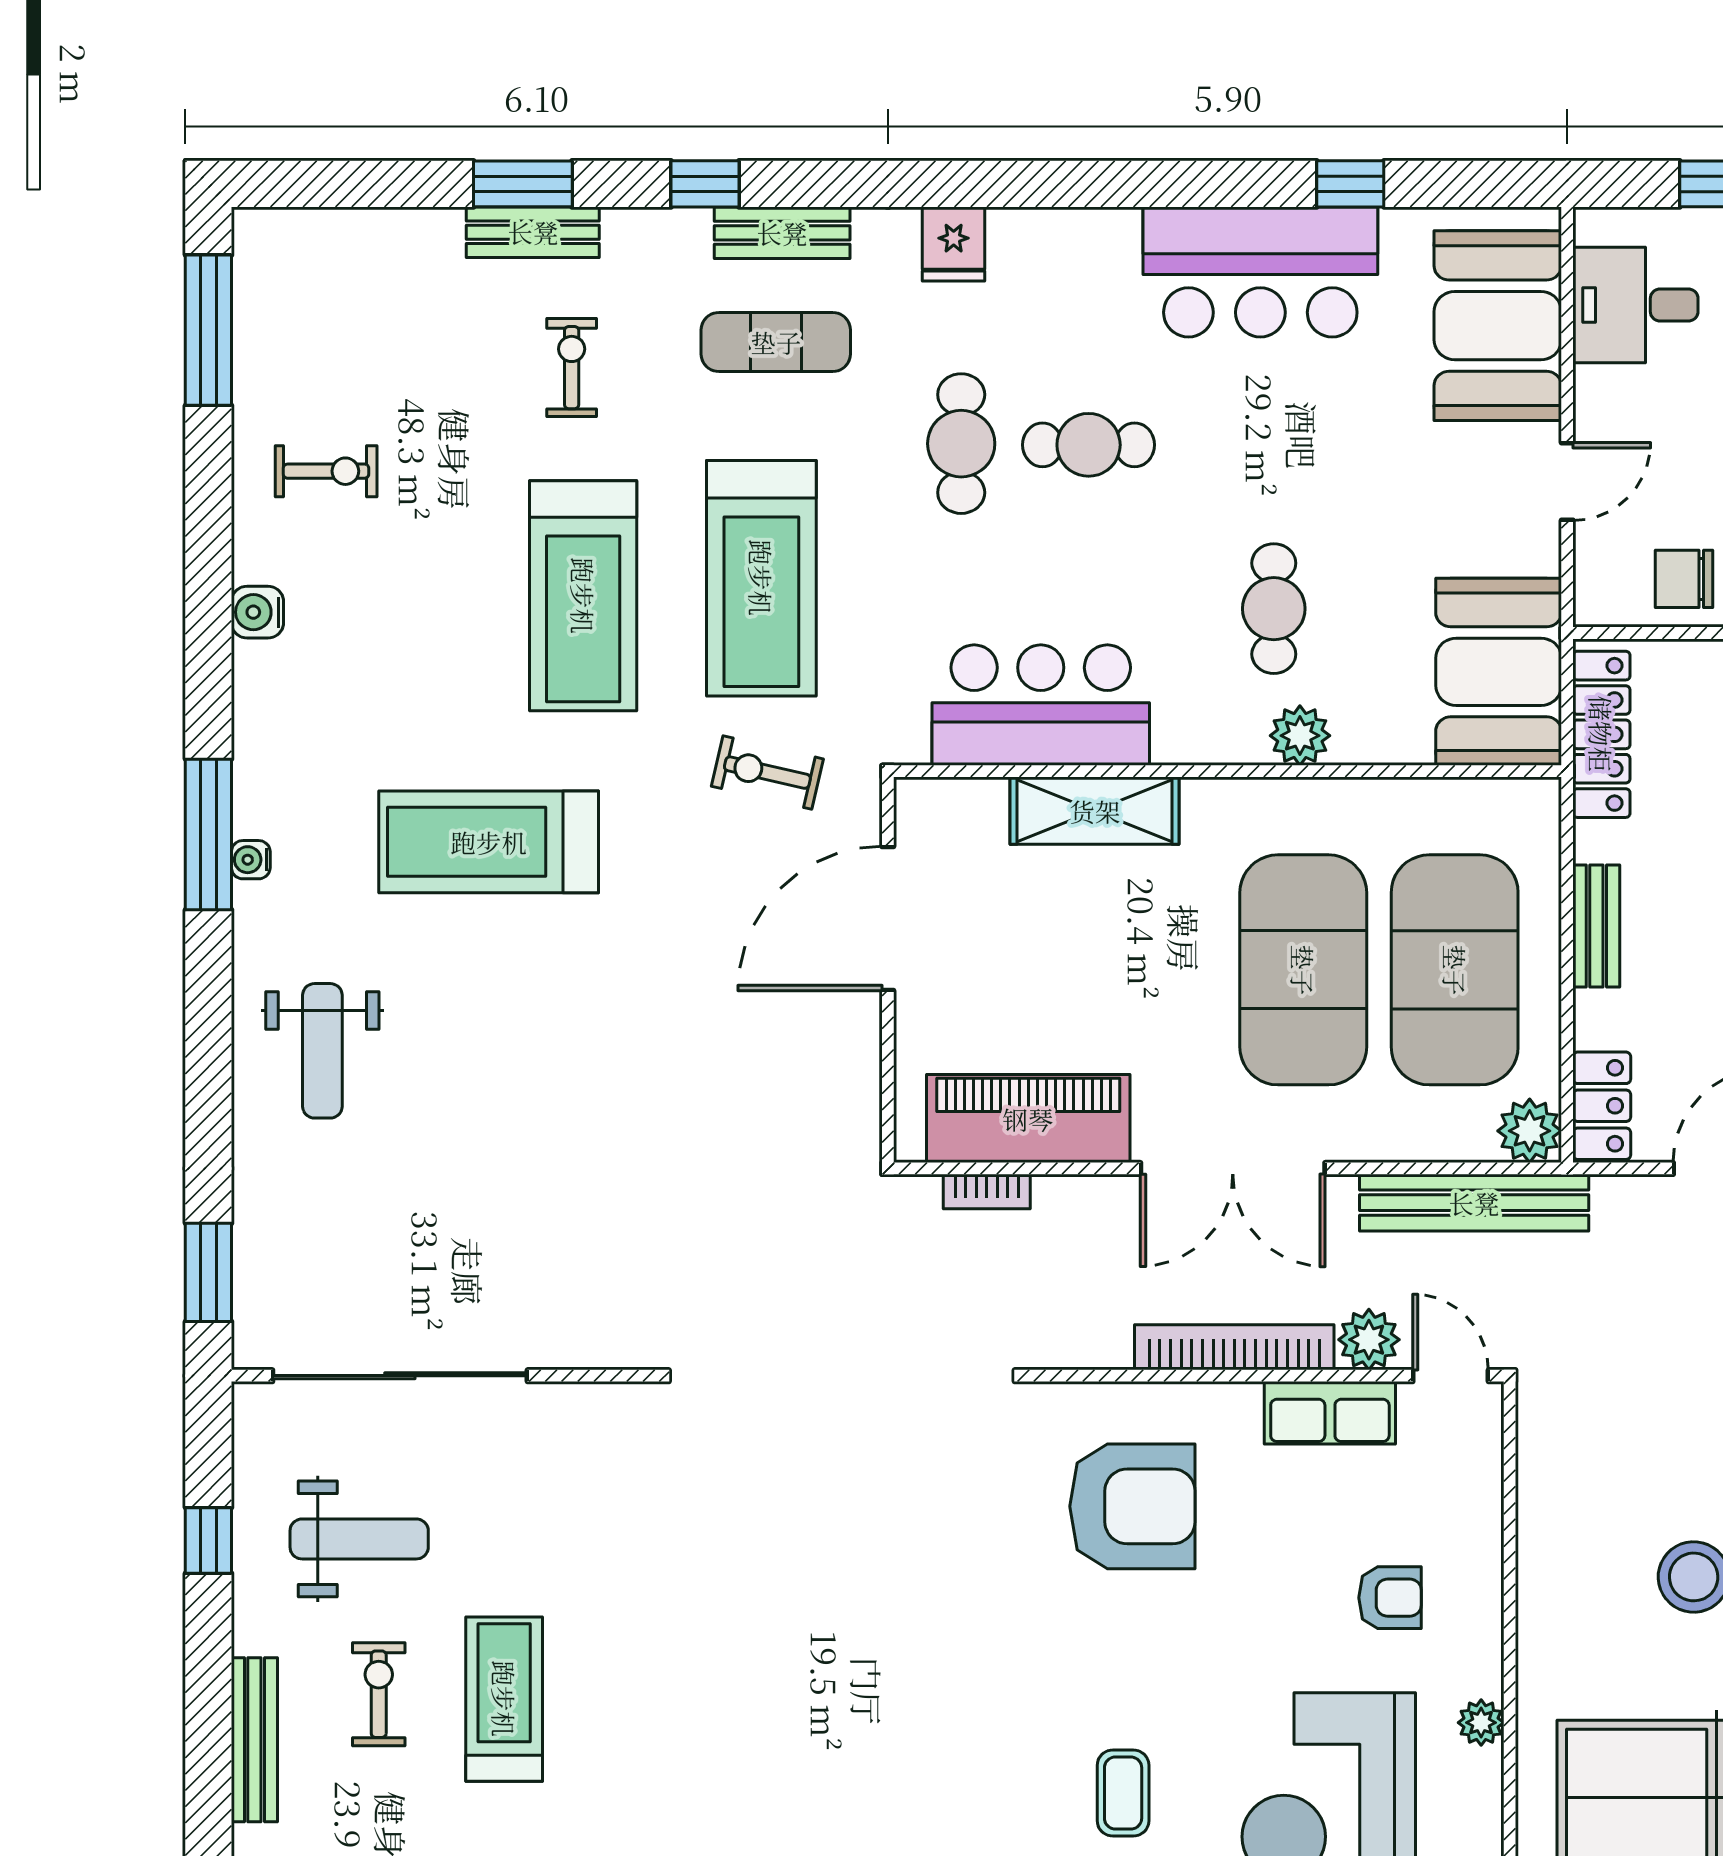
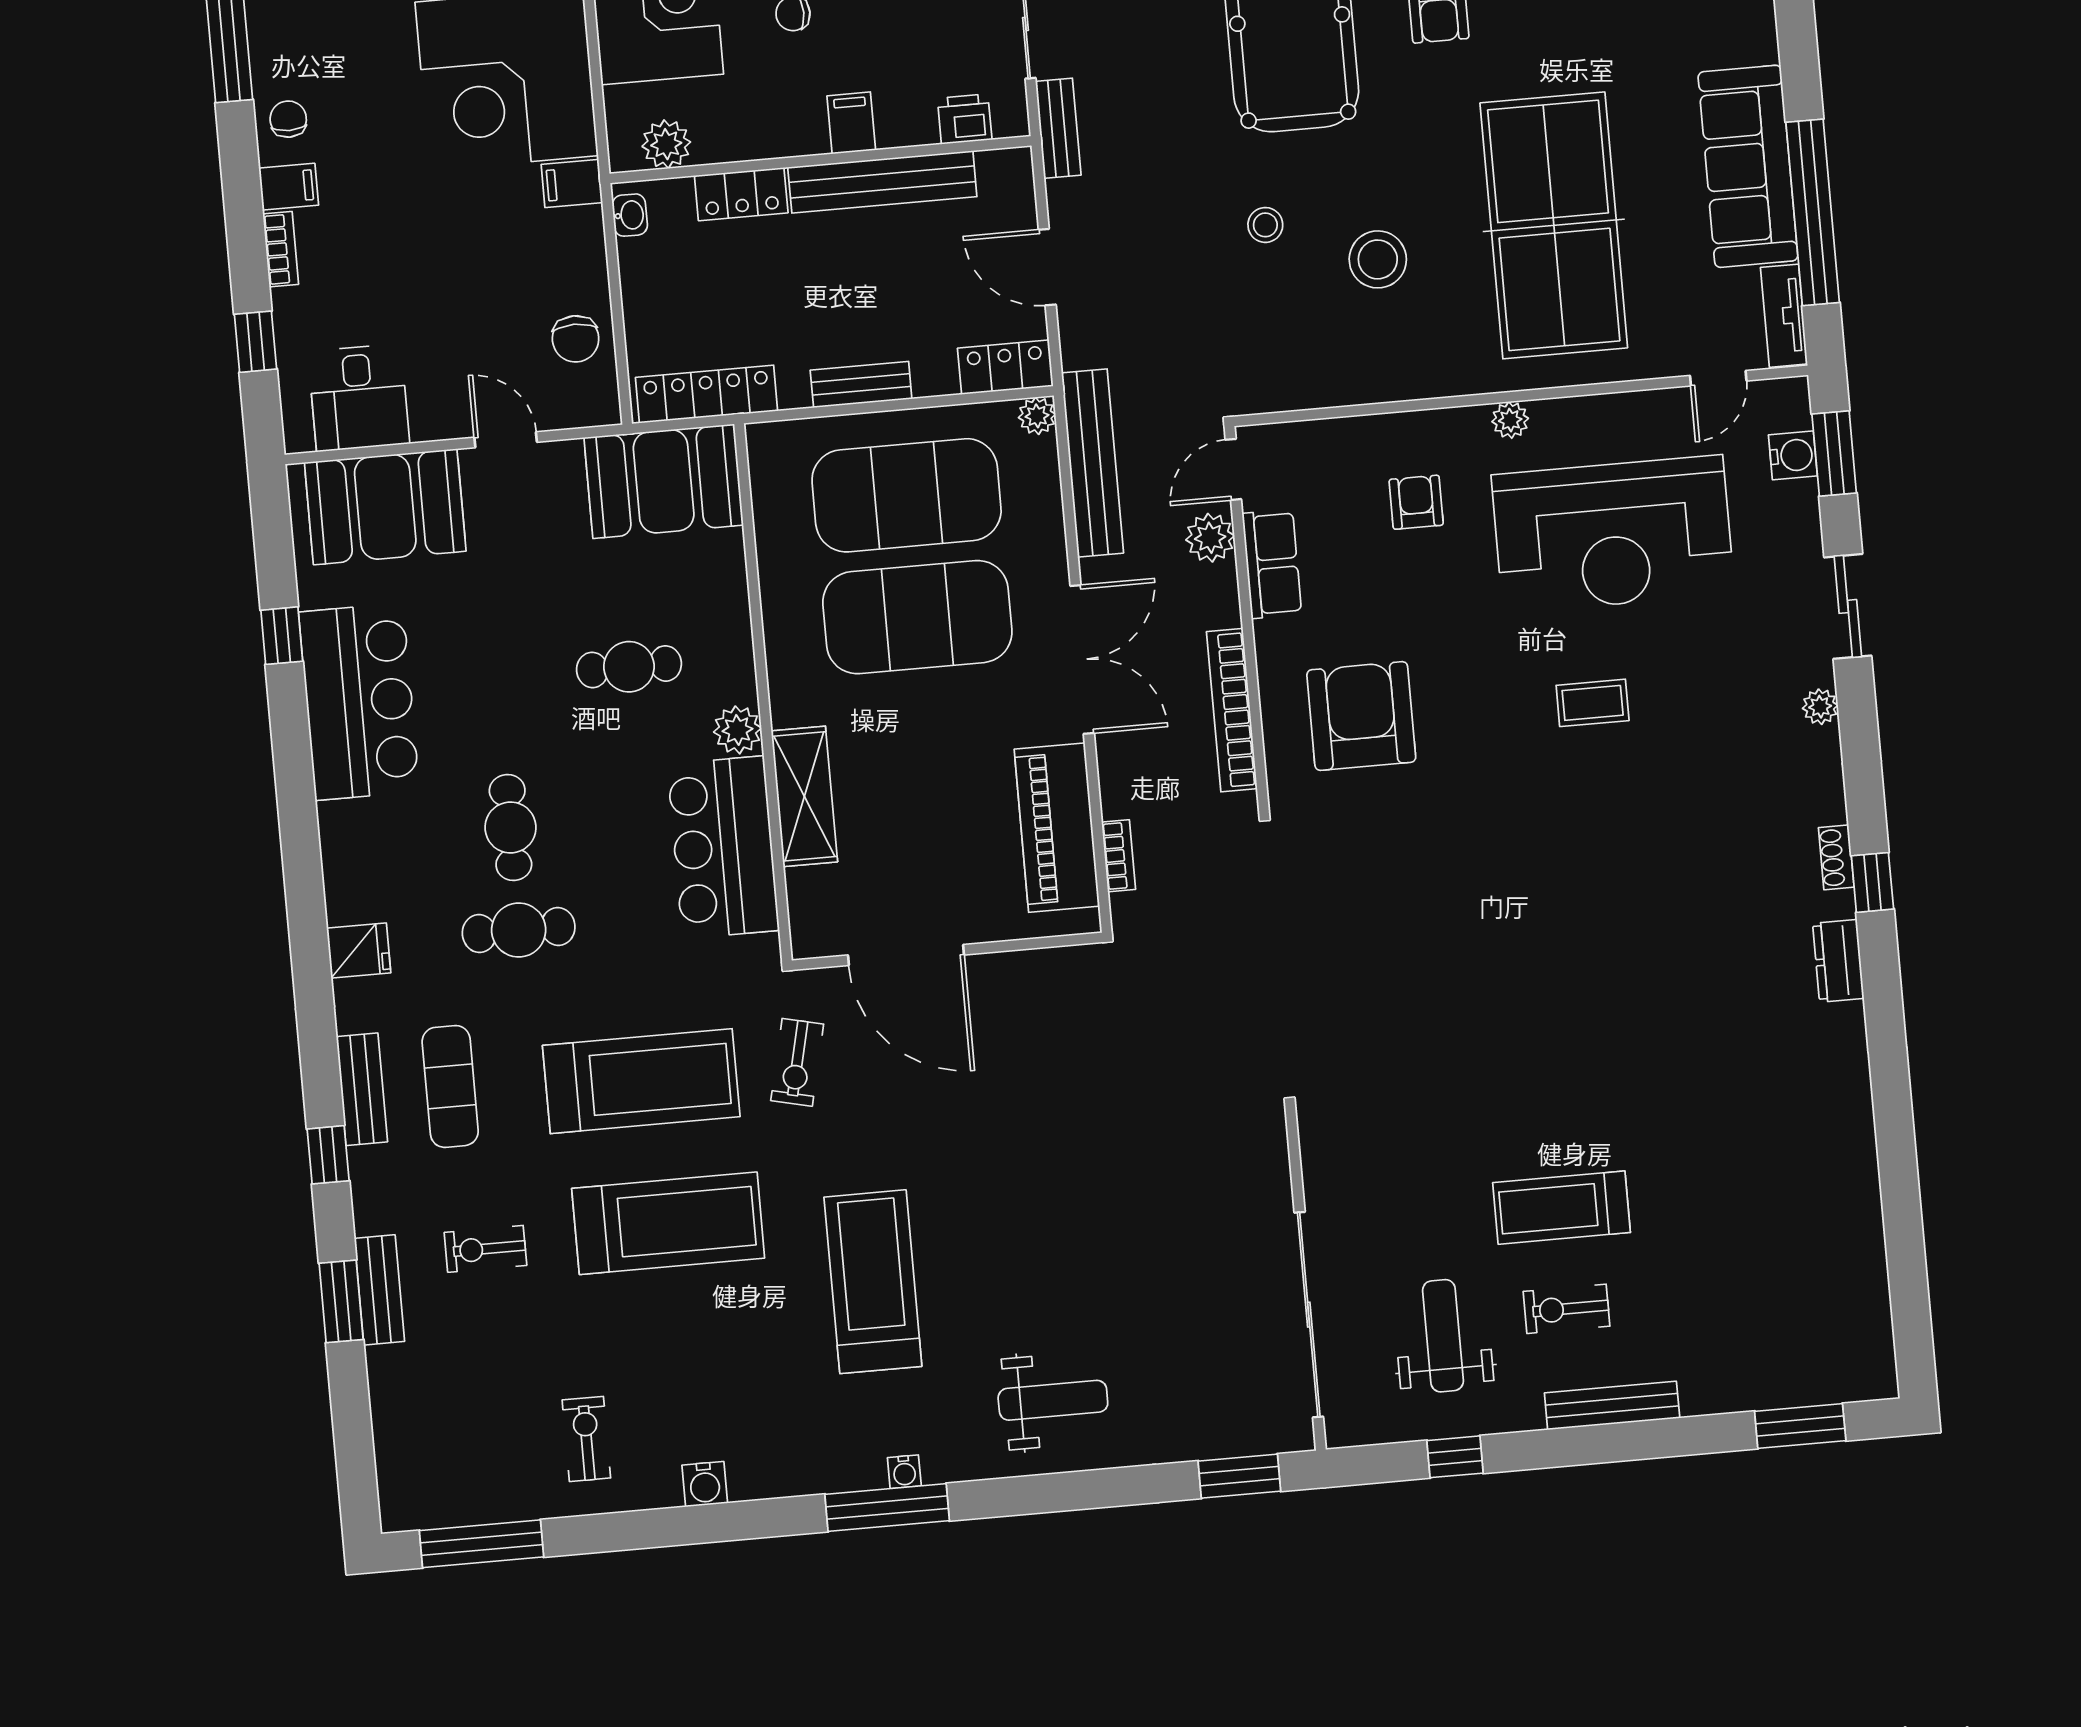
plant: (1300, 736) -> (737, 730), moved
treadmill: (489, 842) -> (873, 1282), turned 180
plant: (1530, 1131) -> (1037, 416), width x0.73, depth x0.73
bookcase: (1234, 1347) -> (1232, 710), moved

